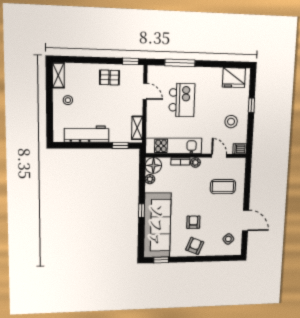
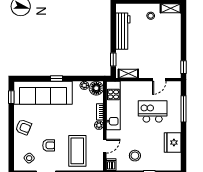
pallet: (109, 78) -> (170, 50), removed
fridge: (234, 78) -> (173, 143), moved
kitchen island: (182, 100) -> (153, 111), turned 180
coffee table: (223, 187) -> (77, 151), width x1.36, depth x1.32
armchair: (193, 222) -> (49, 145), moved

